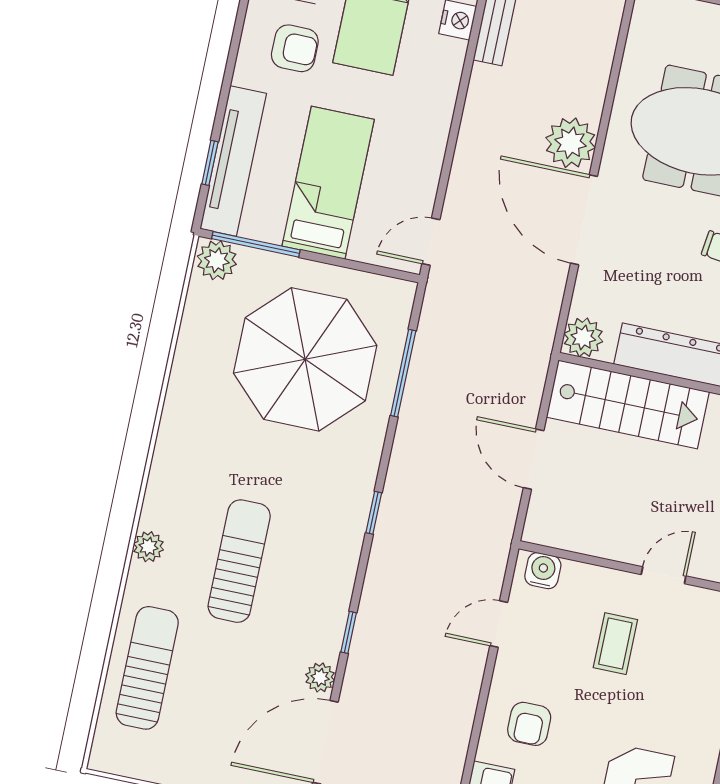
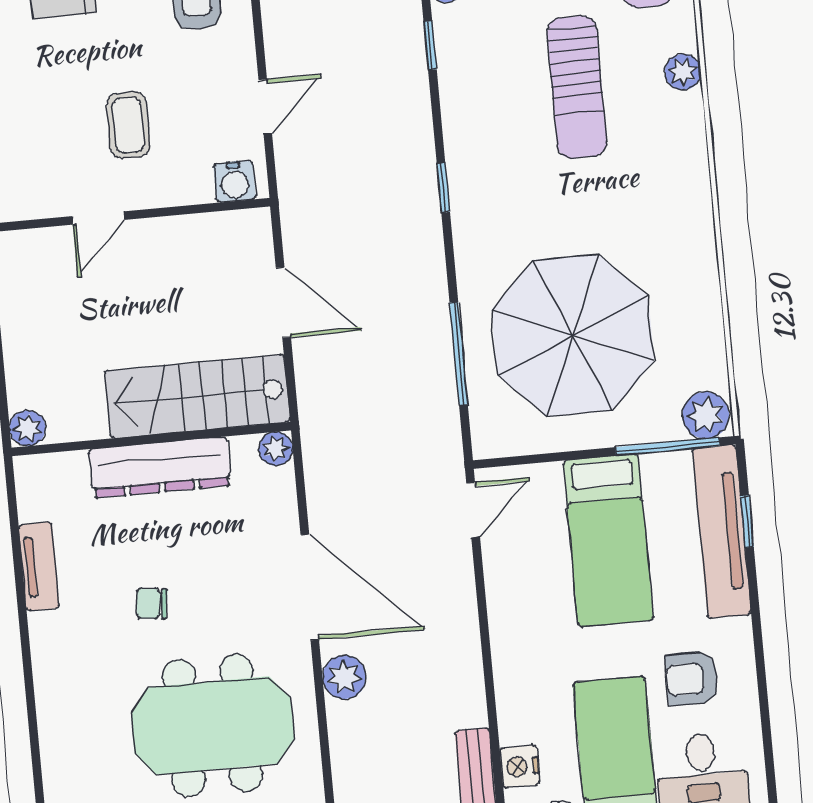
plant: (571, 143) -> (344, 677), width x0.73, depth x0.73
plant: (583, 337) -> (276, 449), width x0.73, depth x0.73

